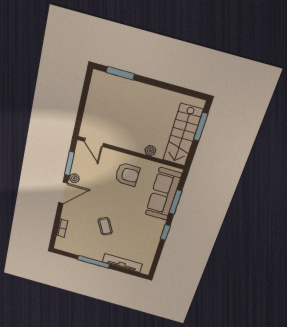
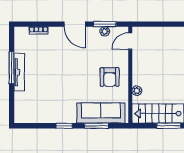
plant: (74, 178) -> (105, 31), moved
coffee table: (105, 226) -> (53, 70), removed
tv unit: (122, 263) -> (19, 72), moved

